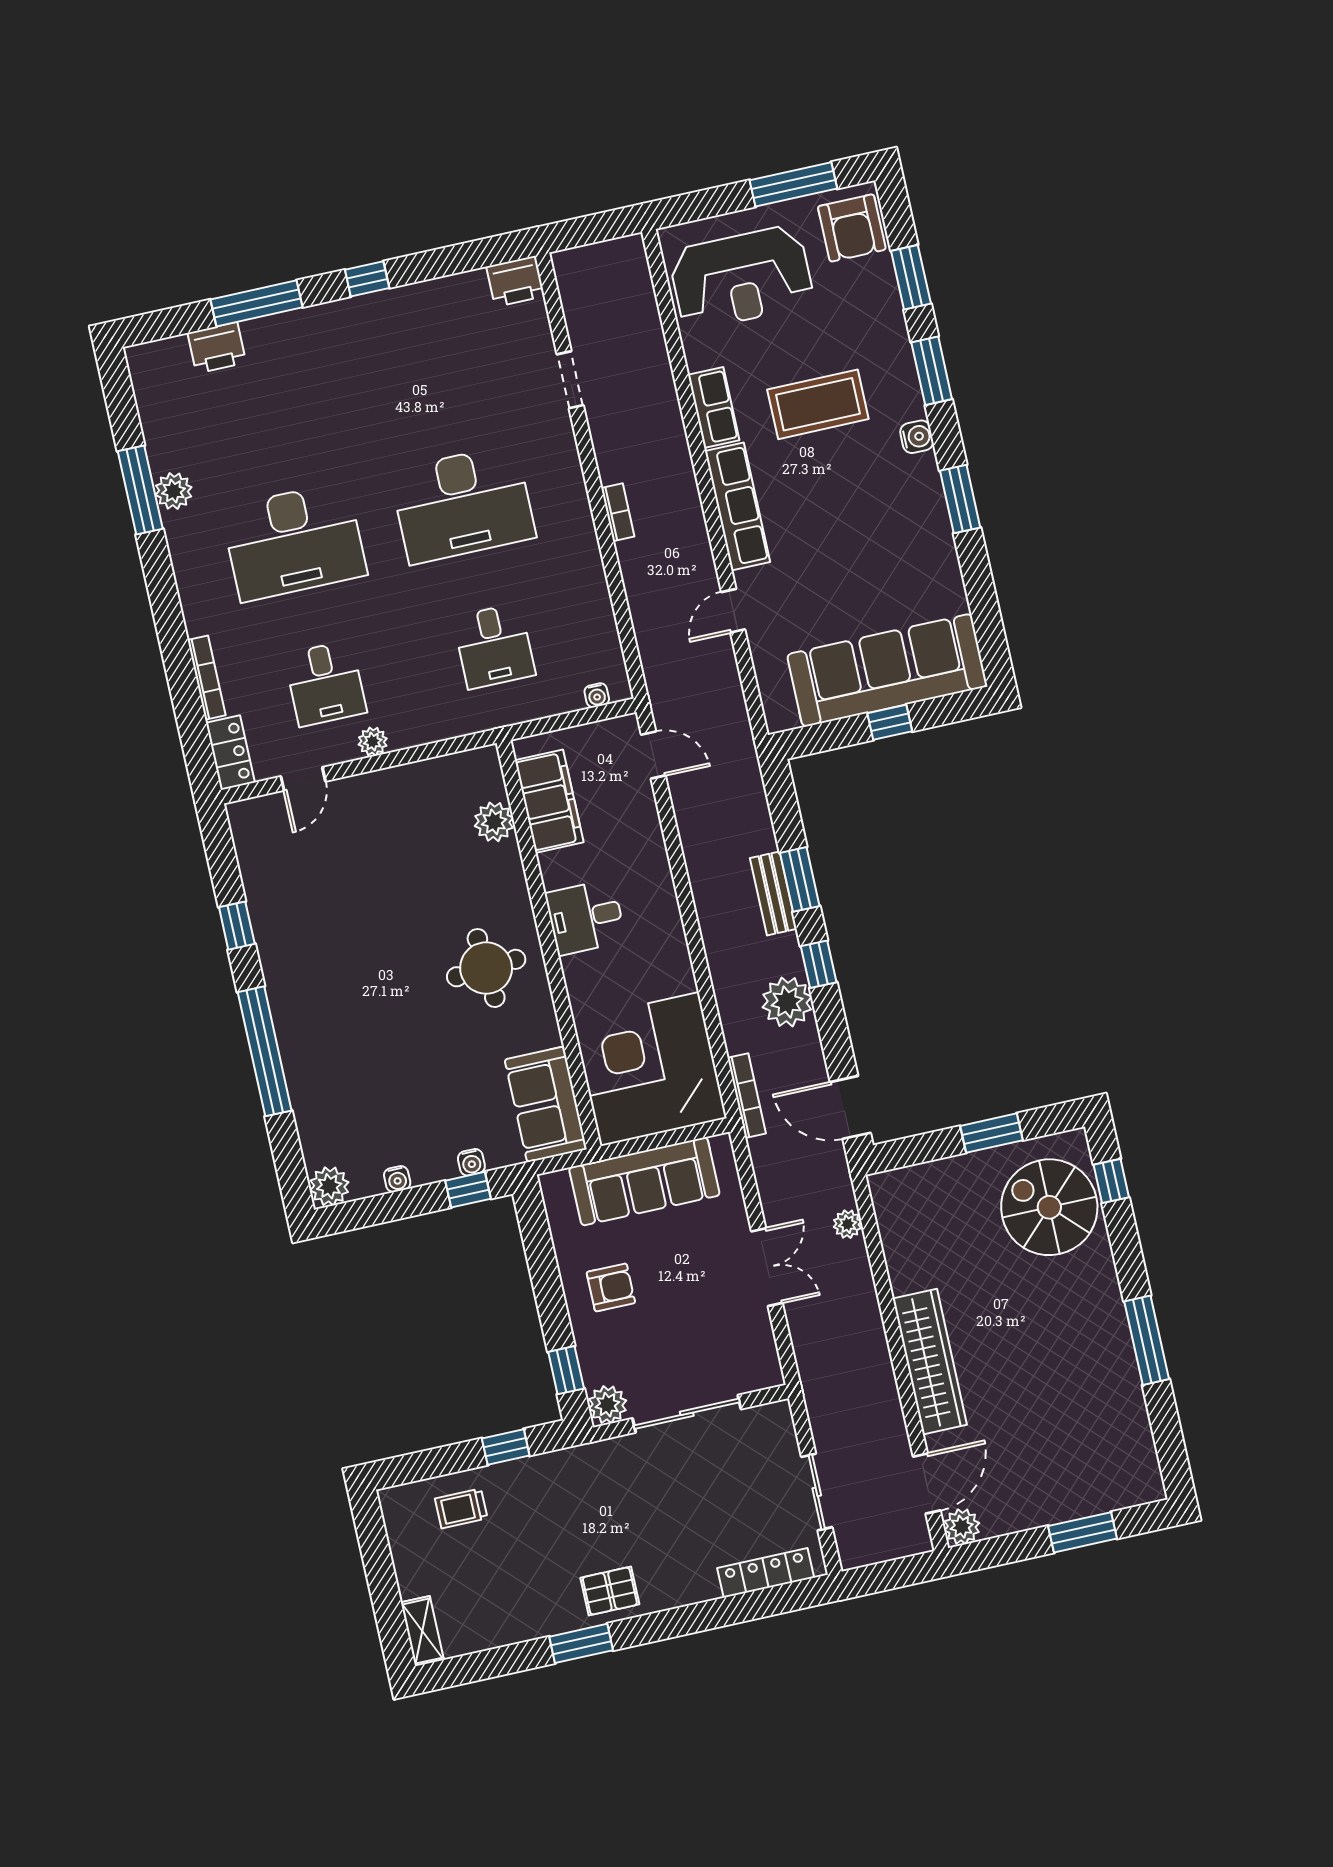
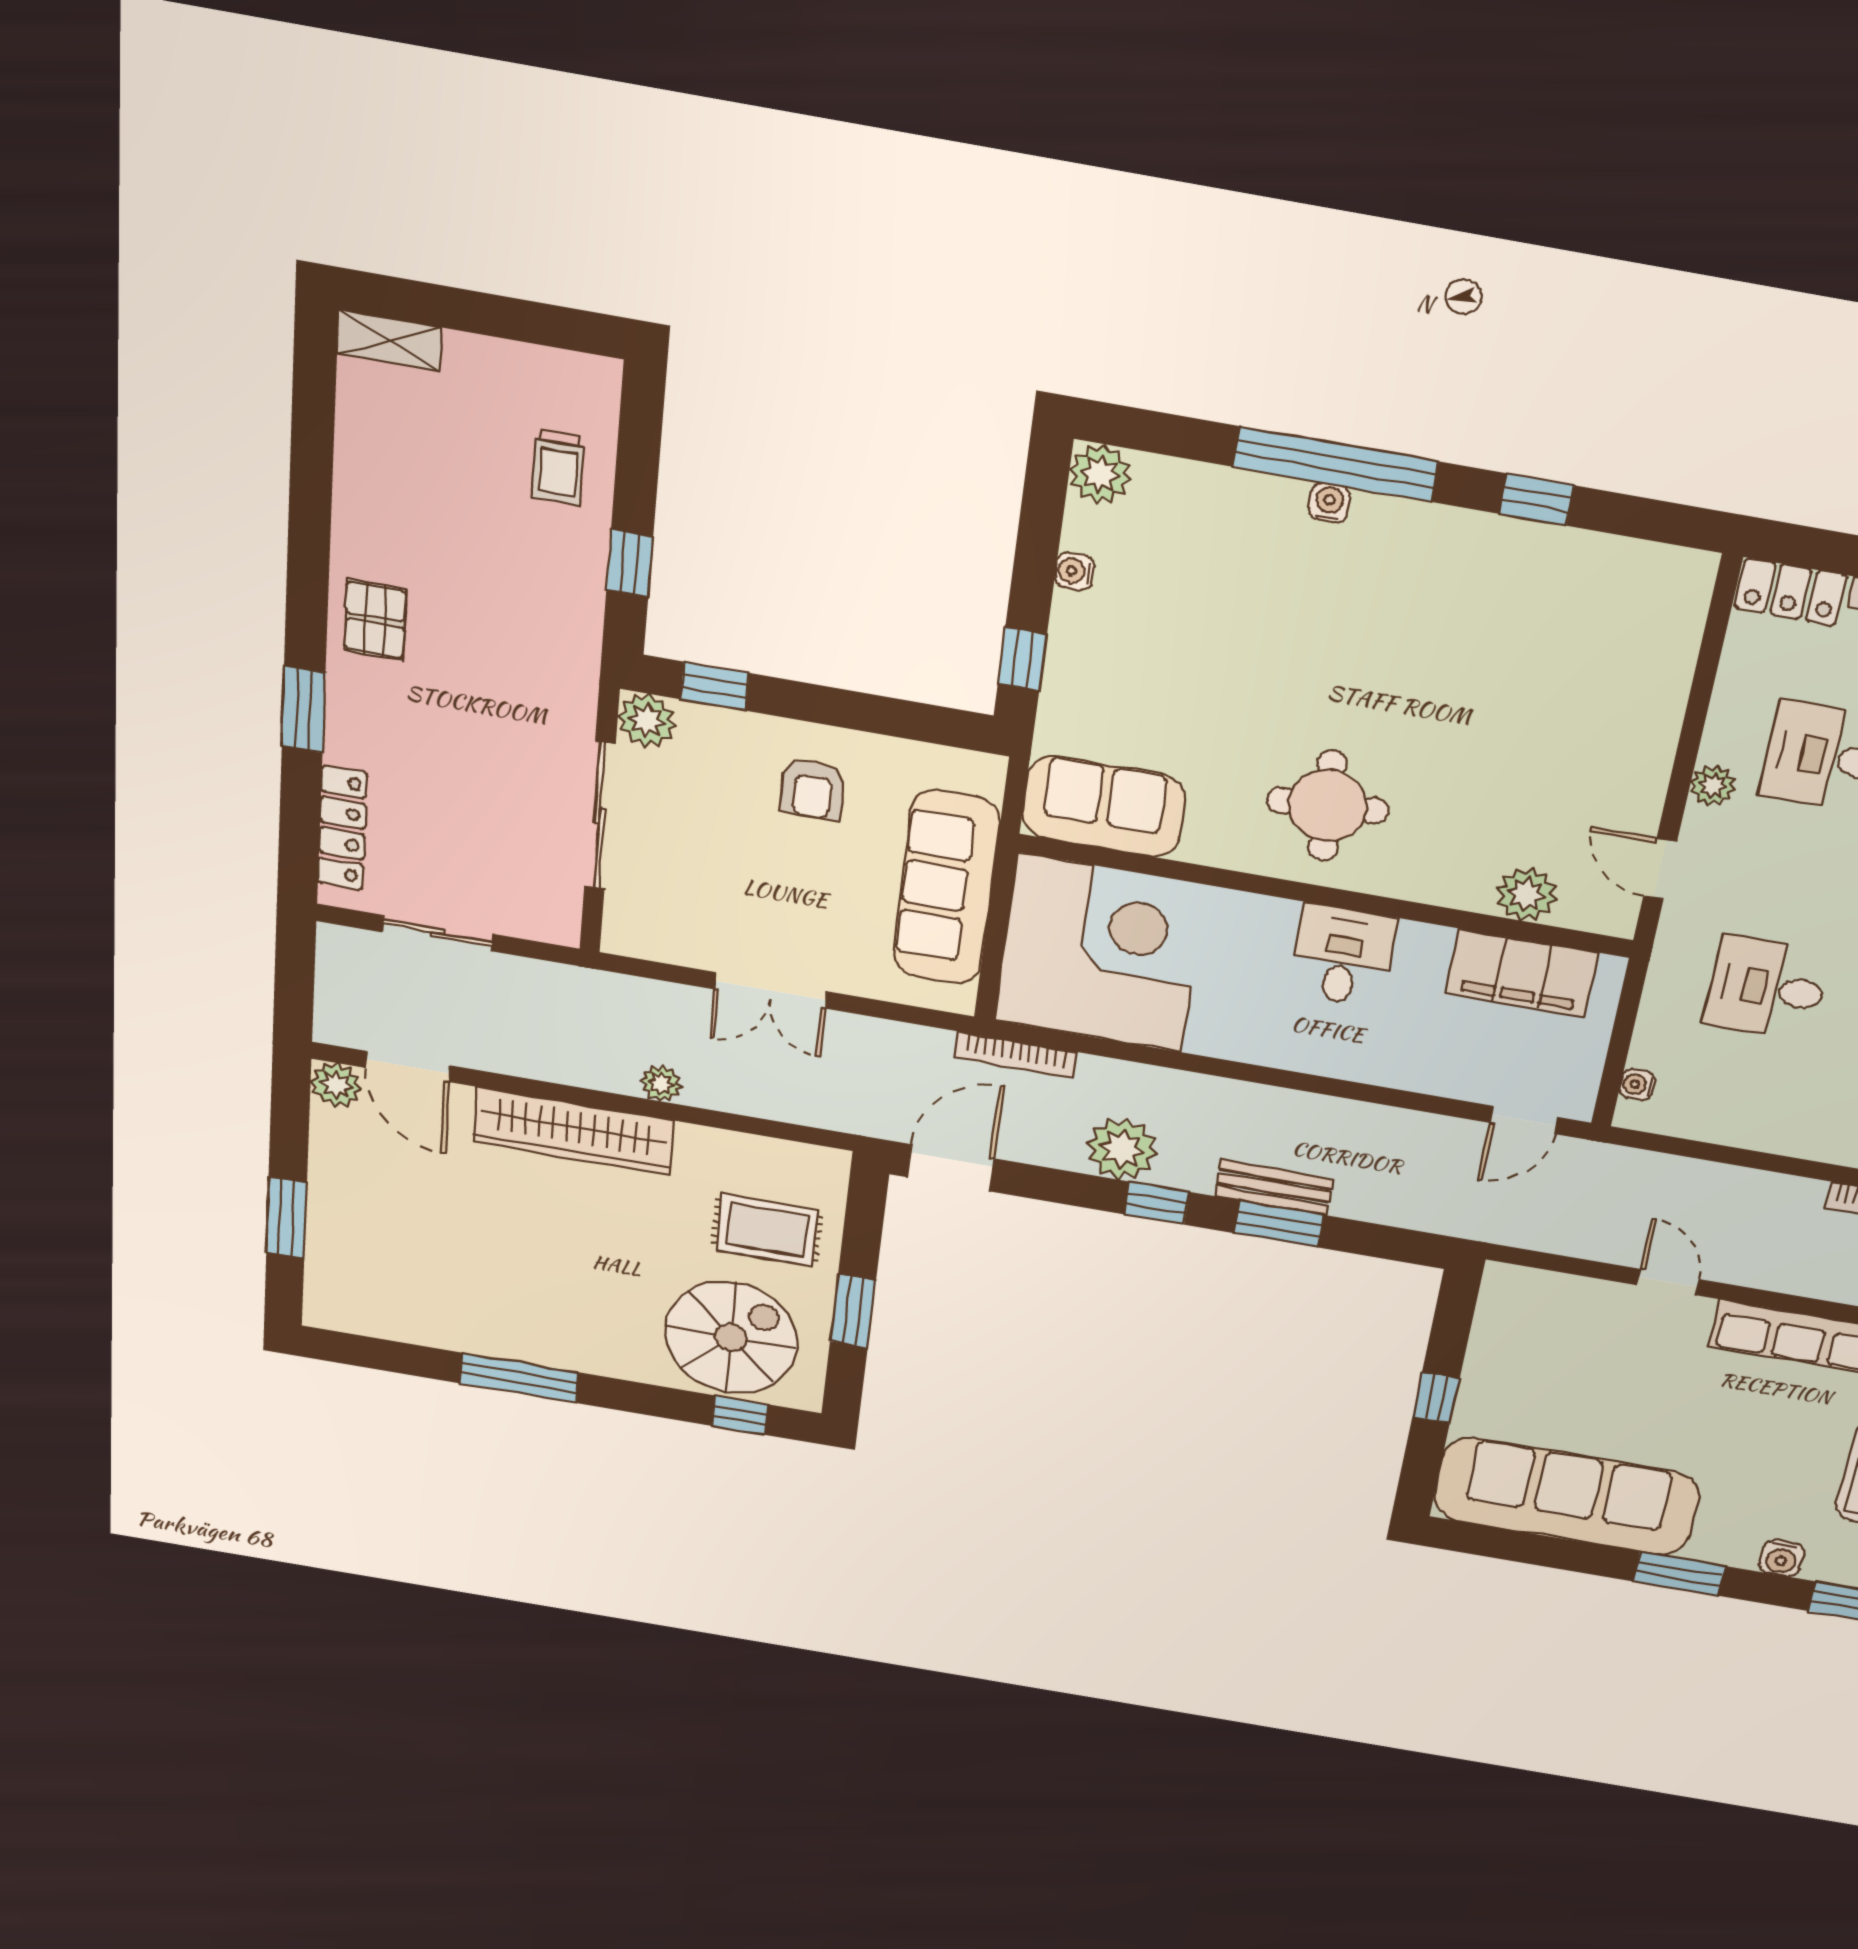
sofa: (887, 670) -> (1566, 1496), moved, turned -90
door: (303, 779) -> (1660, 869), moved
water cooler: (471, 1162) -> (1329, 503), moved, turned 90
rug: (952, 1211) -> (767, 1230), added
plant: (848, 1224) -> (661, 1084), moved
trolley: (461, 1508) -> (558, 468), turned 180
window: (581, 1643) -> (303, 709), moved

